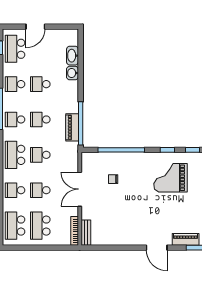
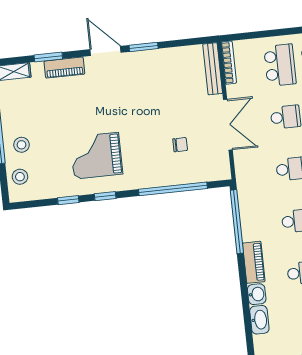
piano: (72, 127) -> (254, 262), moved
grand piano: (170, 178) -> (96, 156), turned 180
bench: (86, 233) -> (213, 69), width x1.36
window: (131, 248) -> (144, 47), added

